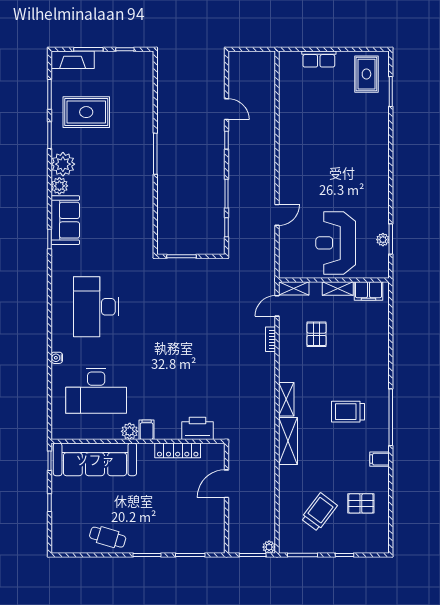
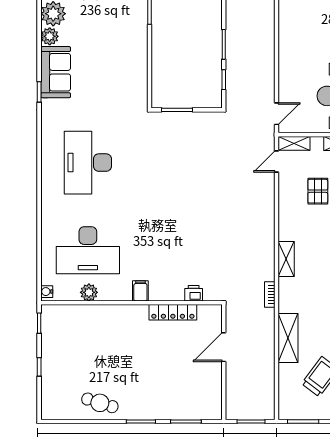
door: (277, 215) -> (277, 114), moved
bookcase: (270, 339) -> (270, 295), moved
water cooler: (57, 358) -> (47, 292), moved
printer: (198, 428) -> (194, 293), width x0.53, depth x0.68
plant: (130, 431) -> (89, 292), moved
shelving: (288, 441) -> (288, 338), moved
sofa: (95, 459) -> (87, 322), removed
plant: (269, 547) -> (268, 413), removed

